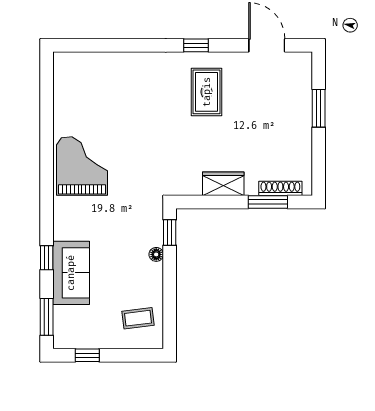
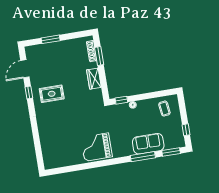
window: (196, 45) -> (29, 93), moved
window: (47, 258) -> (143, 157), width x2.17

